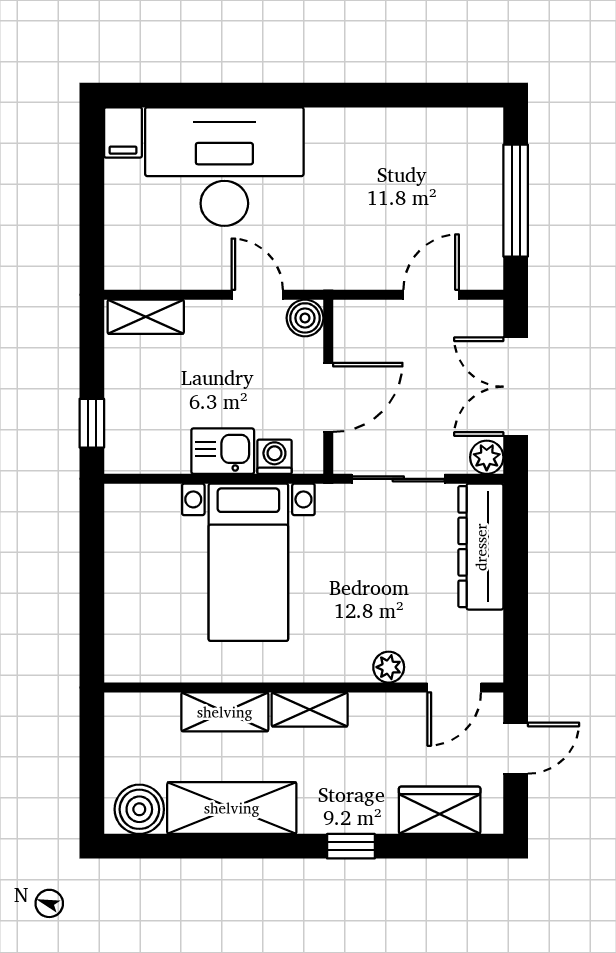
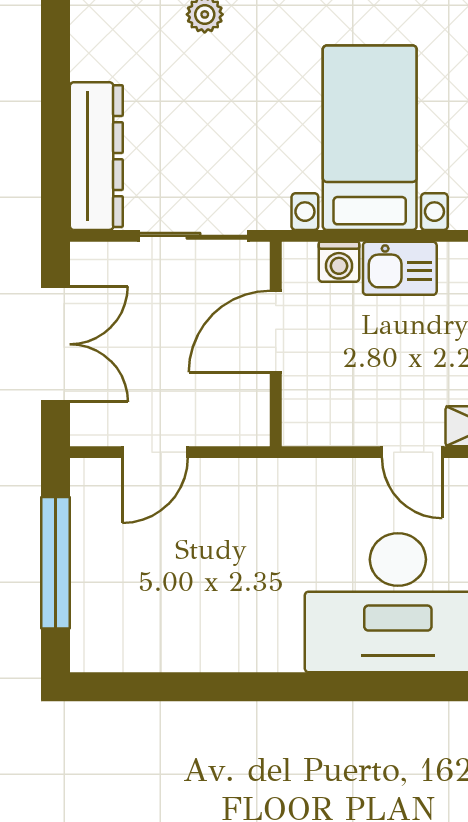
door: (257, 295) -> (412, 452), moved
boiler: (305, 318) -> (303, 425), removed
plant: (487, 457) -> (90, 261), removed

